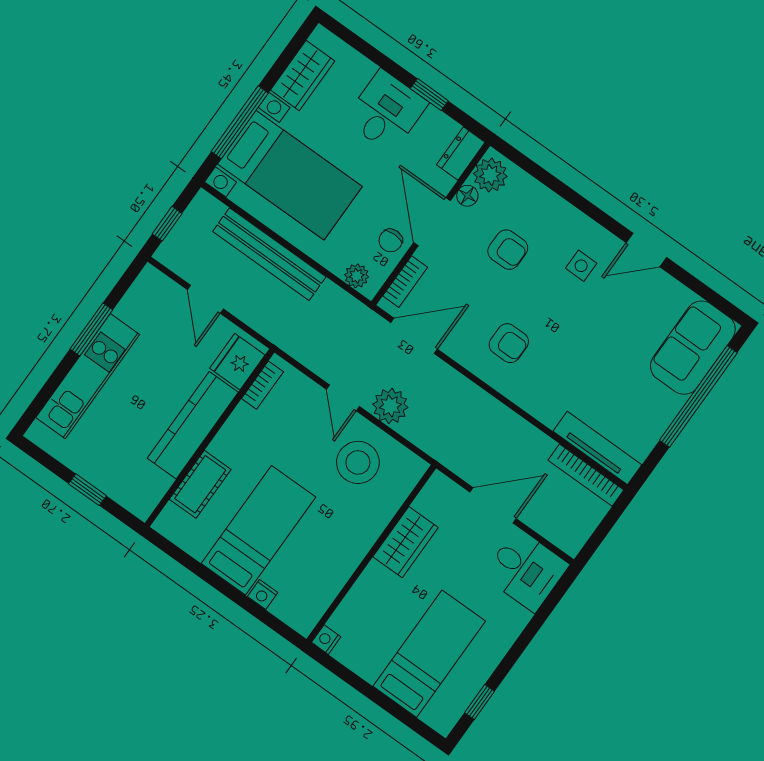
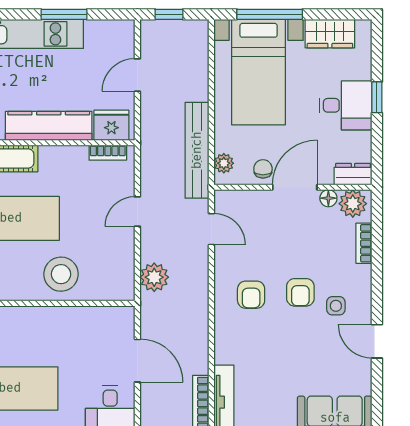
window: (429, 95) -> (377, 97), moved
chair: (391, 240) -> (263, 169), turned 90
armchair: (508, 250) -> (300, 292), moved
bench: (269, 254) -> (197, 150), moved
bookcase: (405, 282) -> (364, 243), moved, turned 90
door: (414, 336) -> (211, 229), width x0.73
plant: (390, 406) -> (154, 277), moved
stool: (358, 462) -> (61, 274), moved
wardrobe: (405, 542) -> (72, 320), removed

